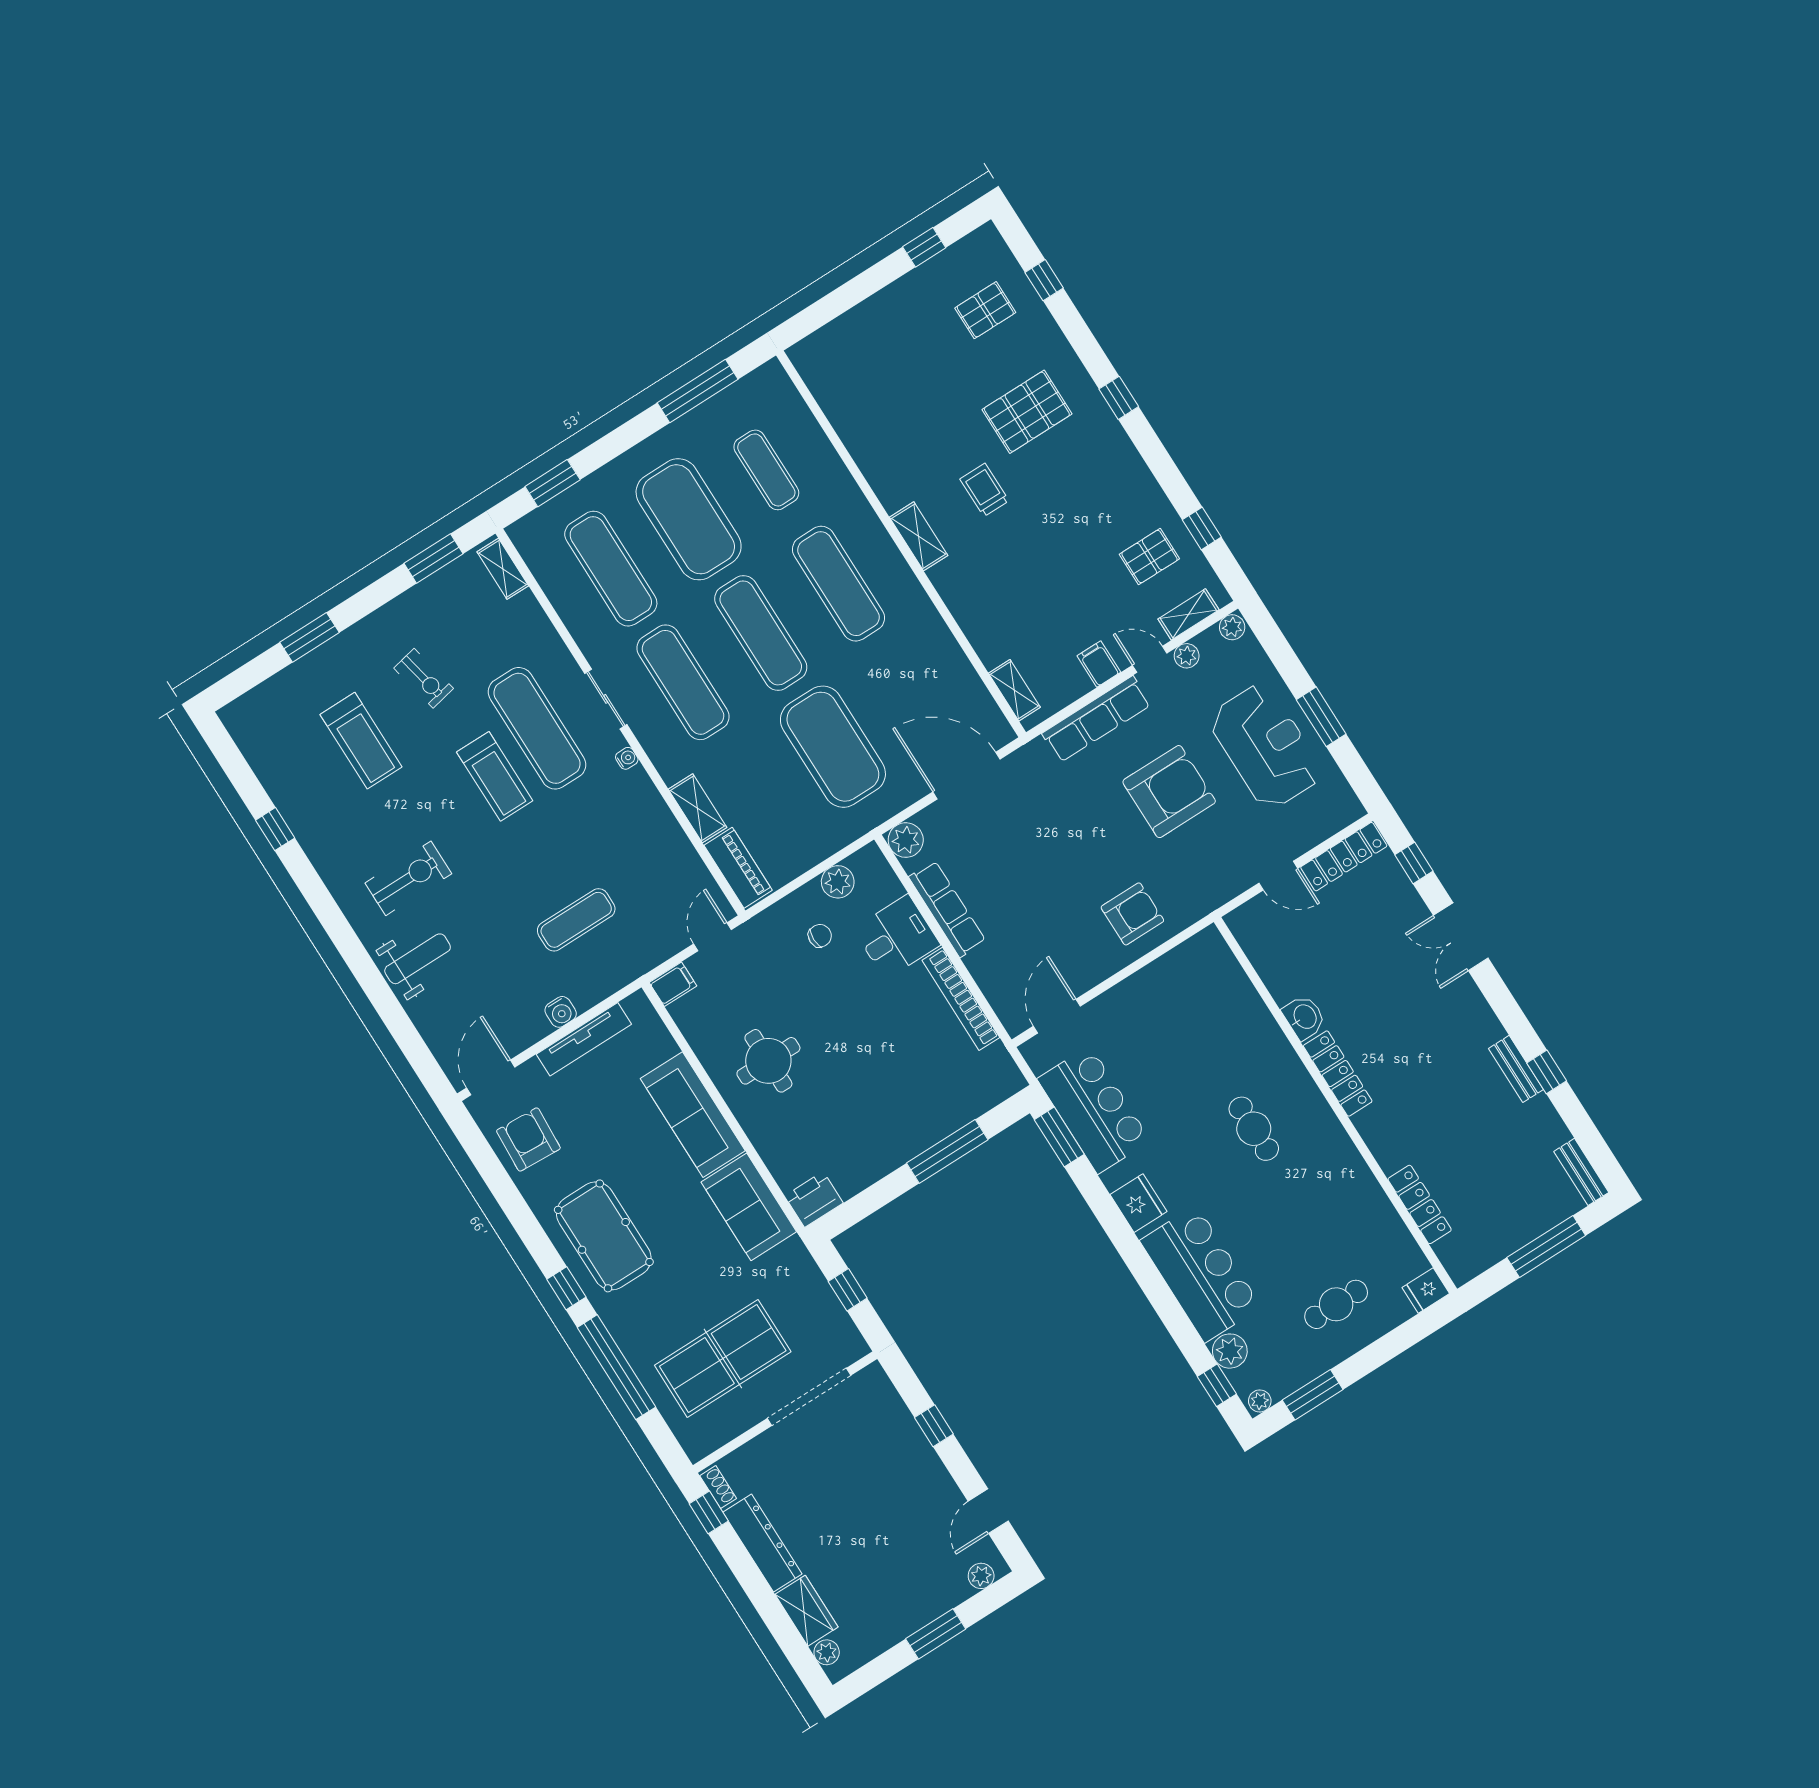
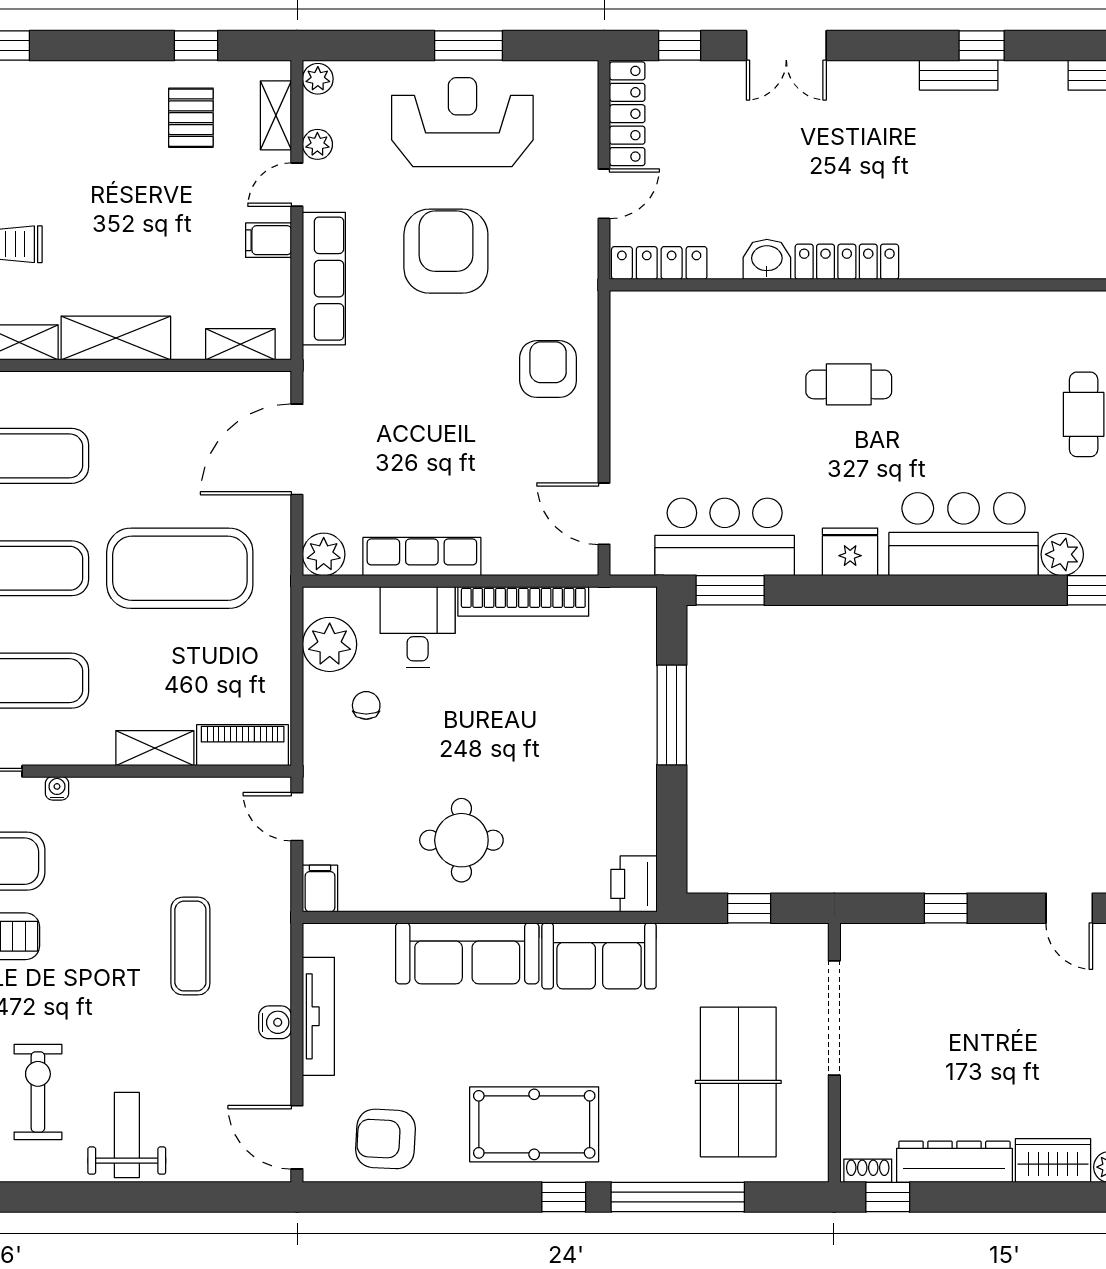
shelving: (964, 601) -> (116, 338), added
plant: (838, 882) -> (330, 644), width x1.36, depth x1.36
locker: (1420, 1204) -> (659, 263), moved

